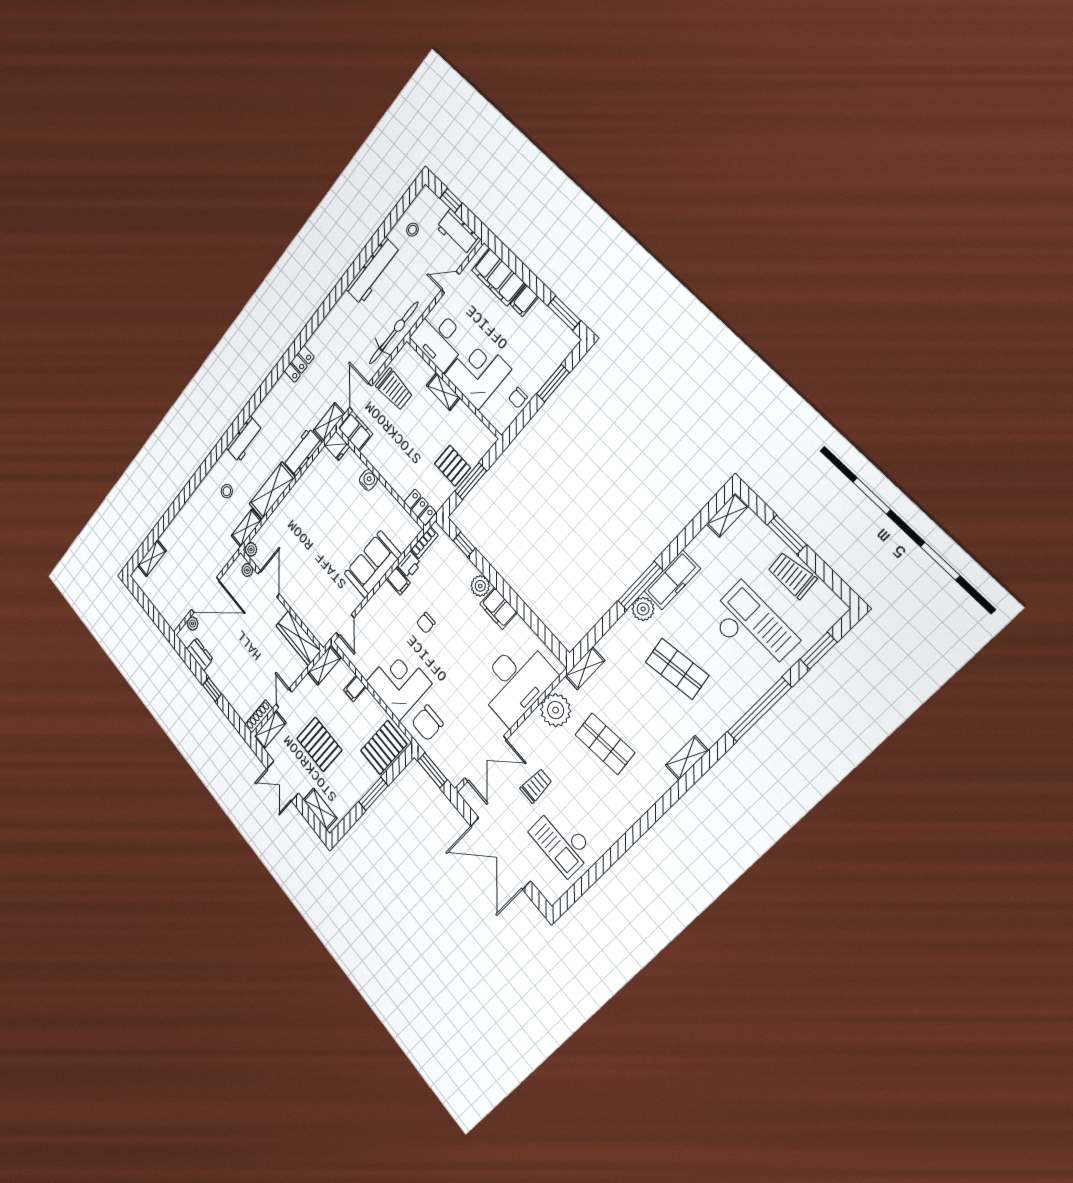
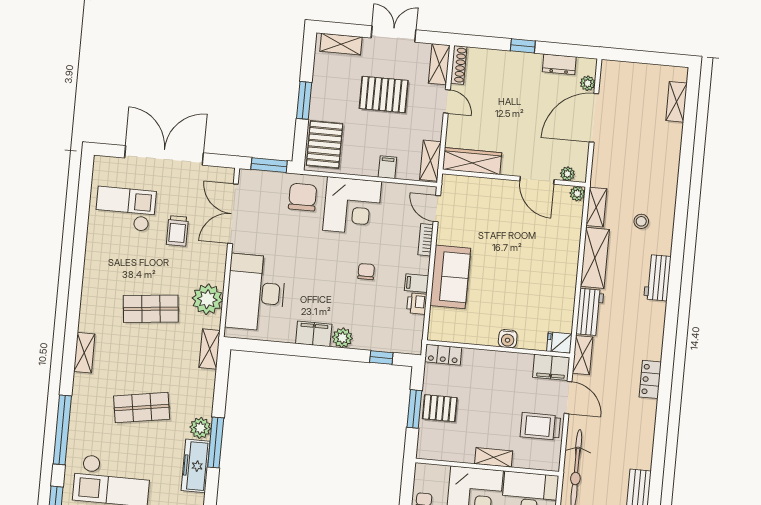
bookcase: (425, 542) -> (426, 240), moved

